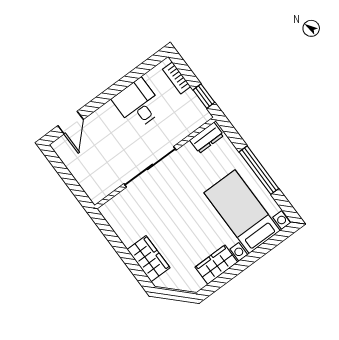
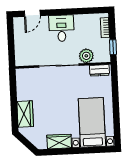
desk: (138, 104) -> (62, 28), moved
plant: (177, 131) -> (86, 56), added
window: (259, 170) -> (116, 106), removed

